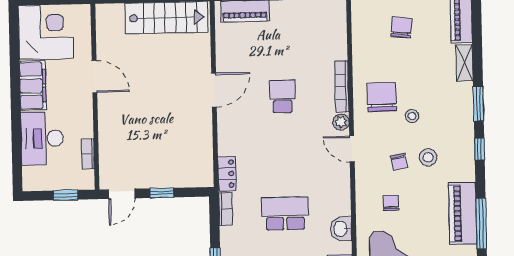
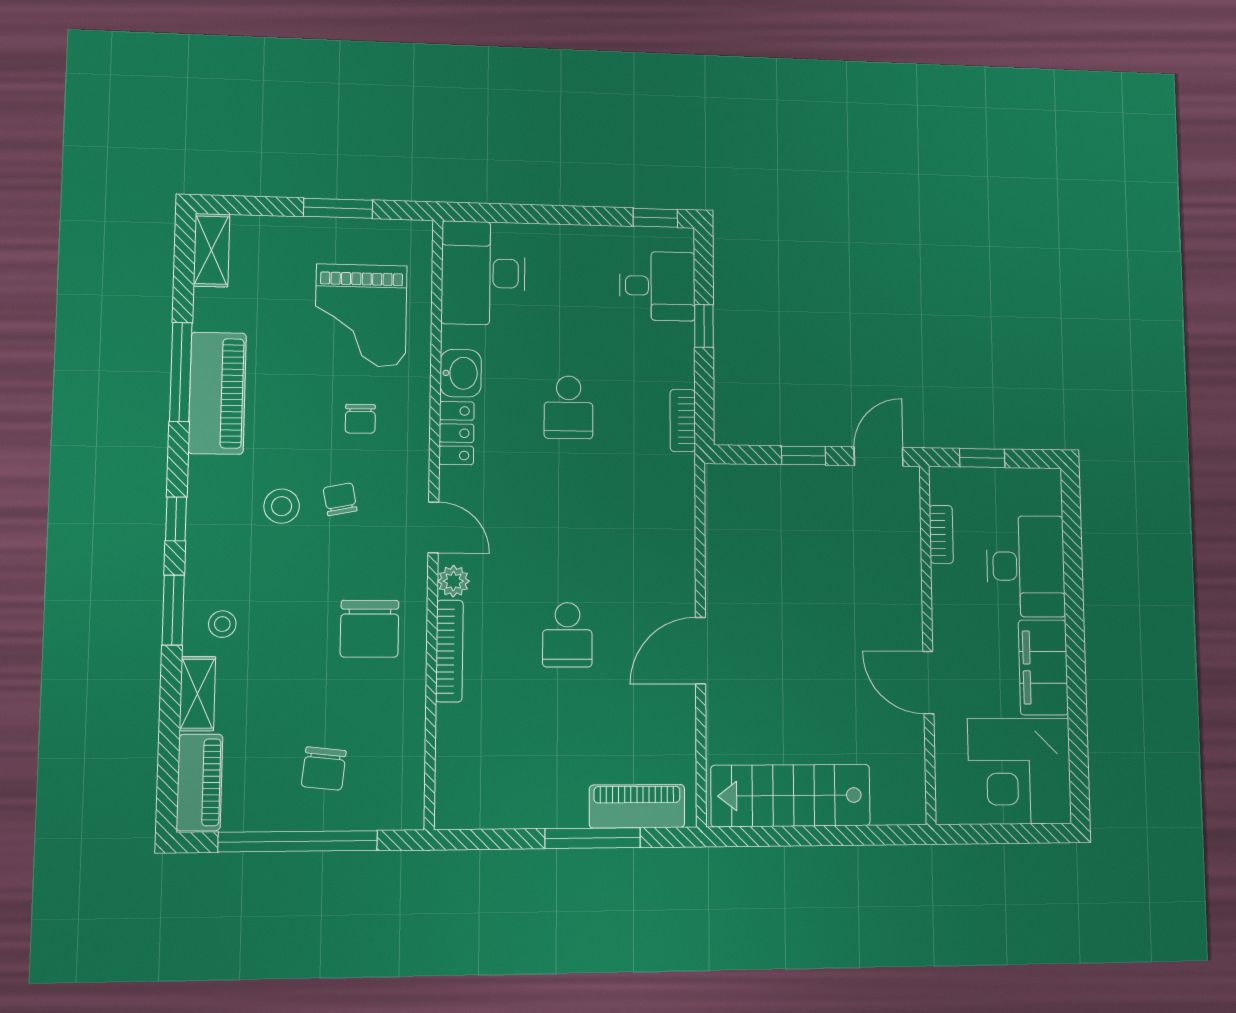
stool: (412, 116) -> (222, 624), moved
locker: (227, 174) -> (456, 433), moved, turned 180
school desk: (285, 213) -> (569, 407), width x0.54

